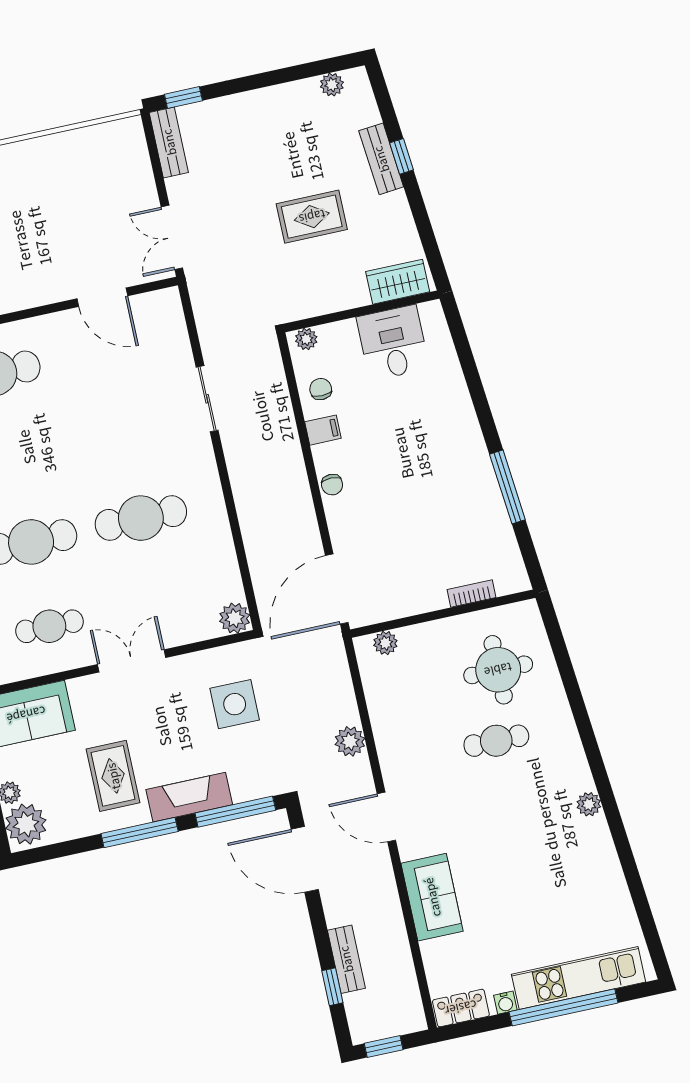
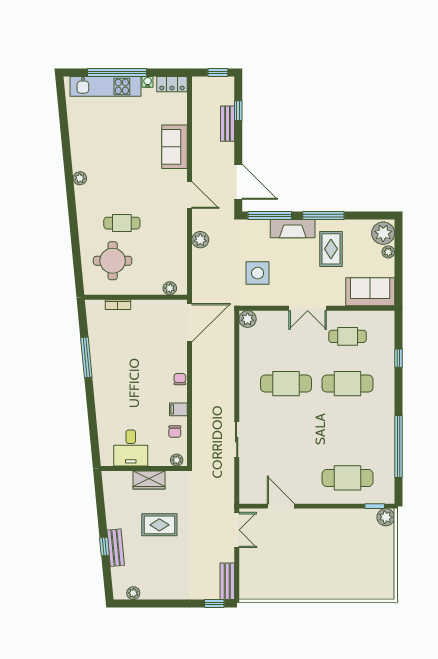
wardrobe: (398, 282) -> (149, 480), moved

